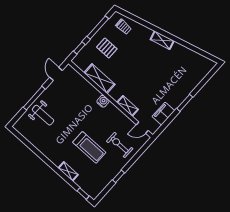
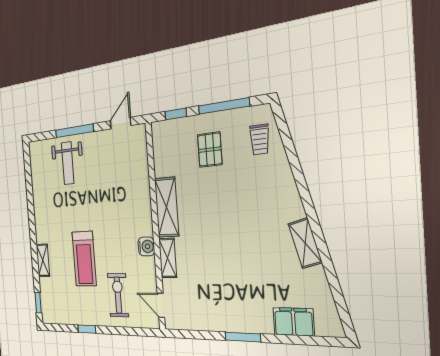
shelving: (162, 40) -> (305, 243), moved
shelving: (99, 79) -> (167, 207), moved
water cooler: (103, 101) -> (146, 246), moved
filing cabinet: (163, 114) -> (294, 322), moved

